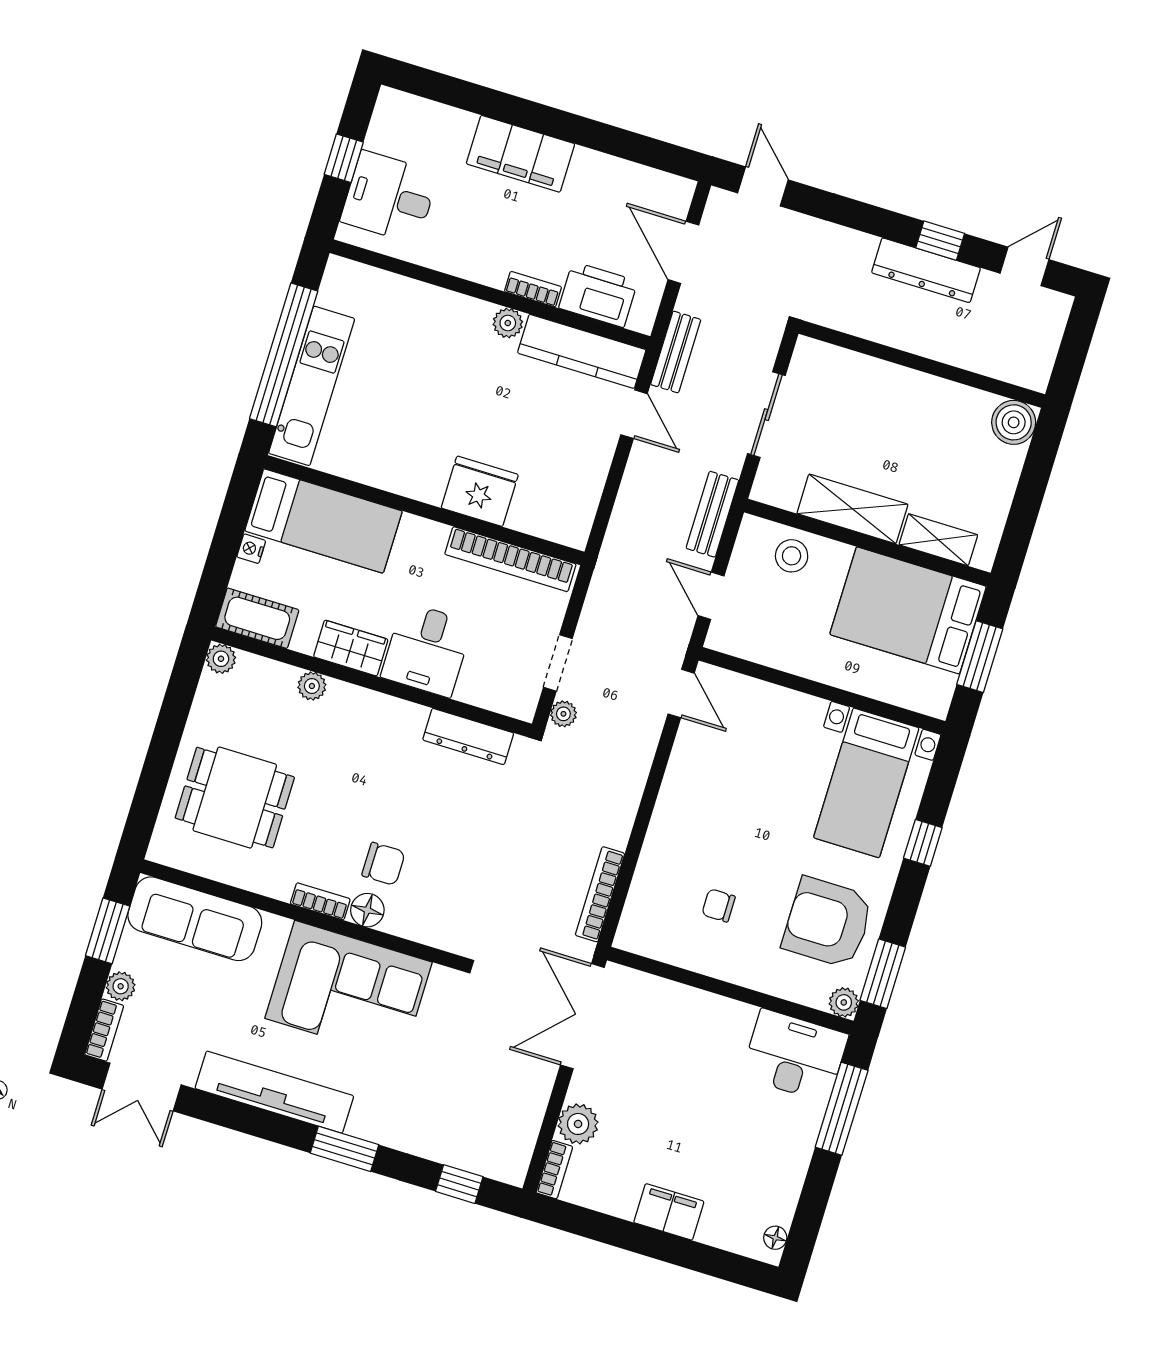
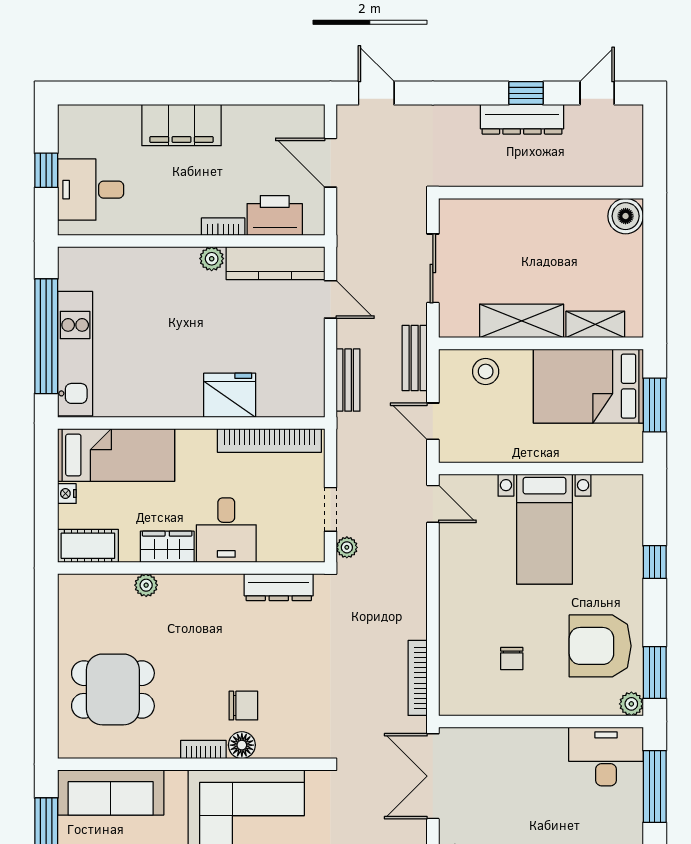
bench: (676, 352) -> (348, 380), moved
plant: (221, 659) -> (69, 586), removed
bed with nightstands: (866, 783) -> (545, 529), moved
chair: (719, 905) -> (512, 659), turned -90

